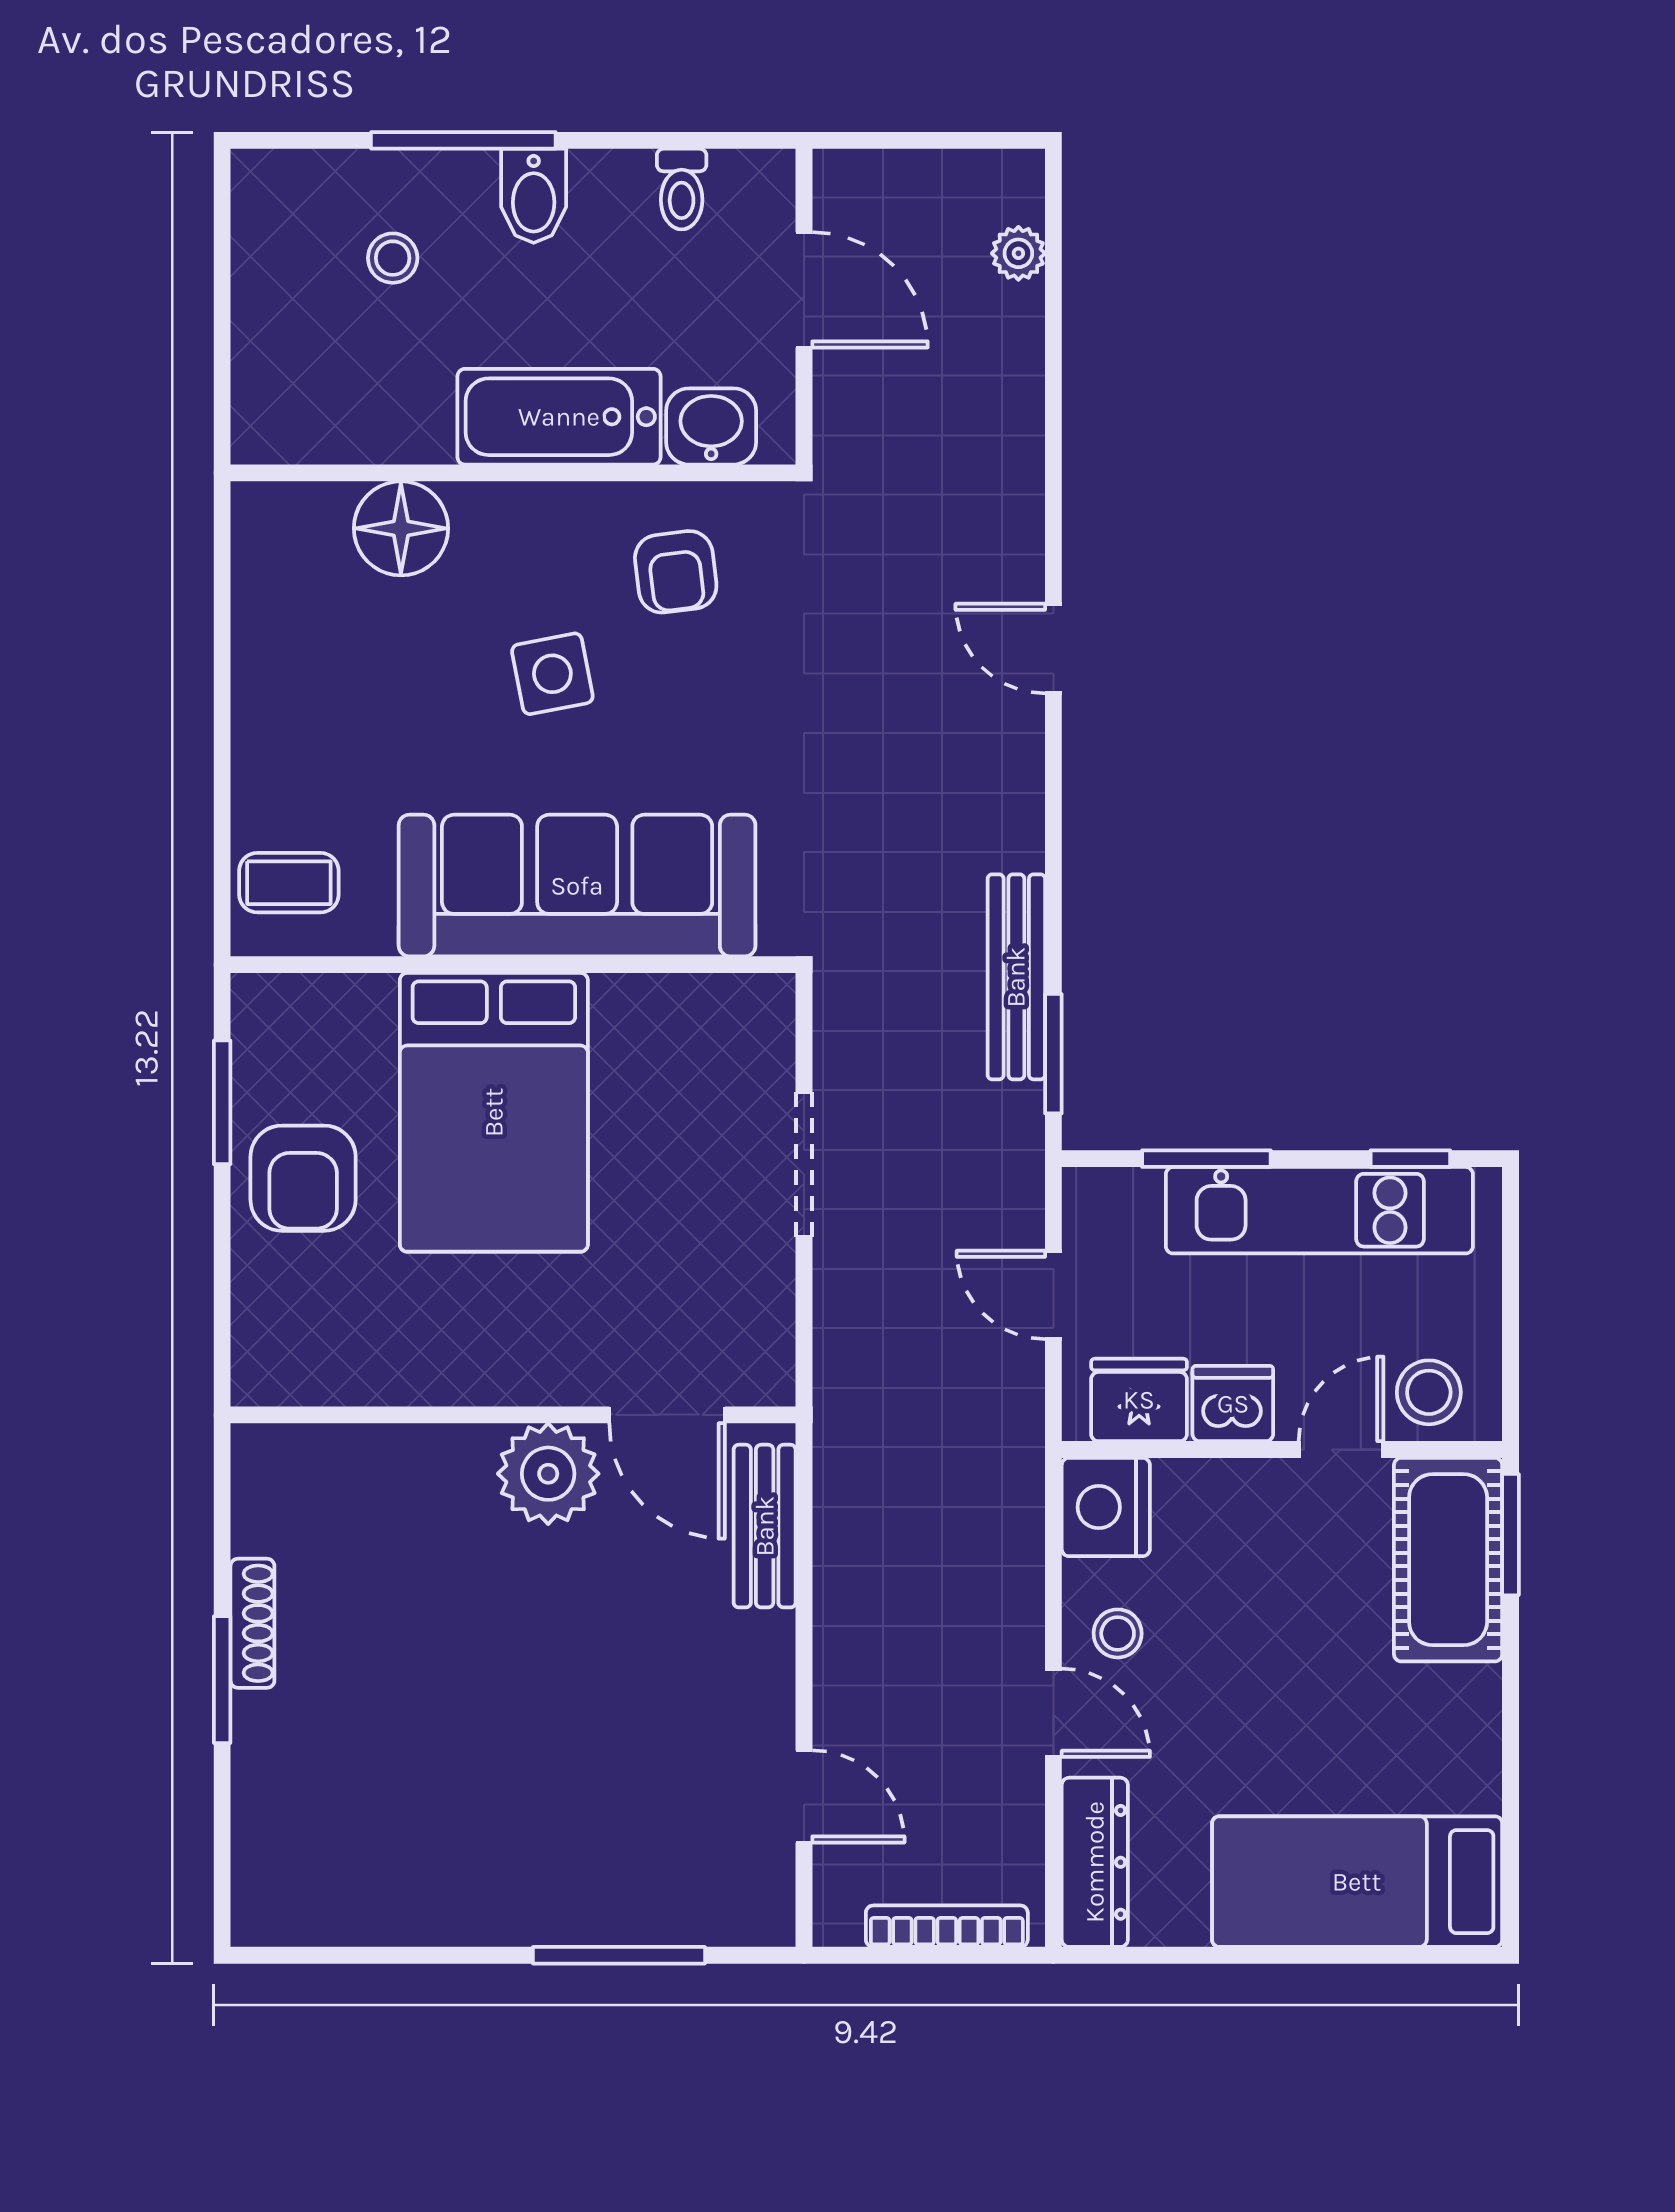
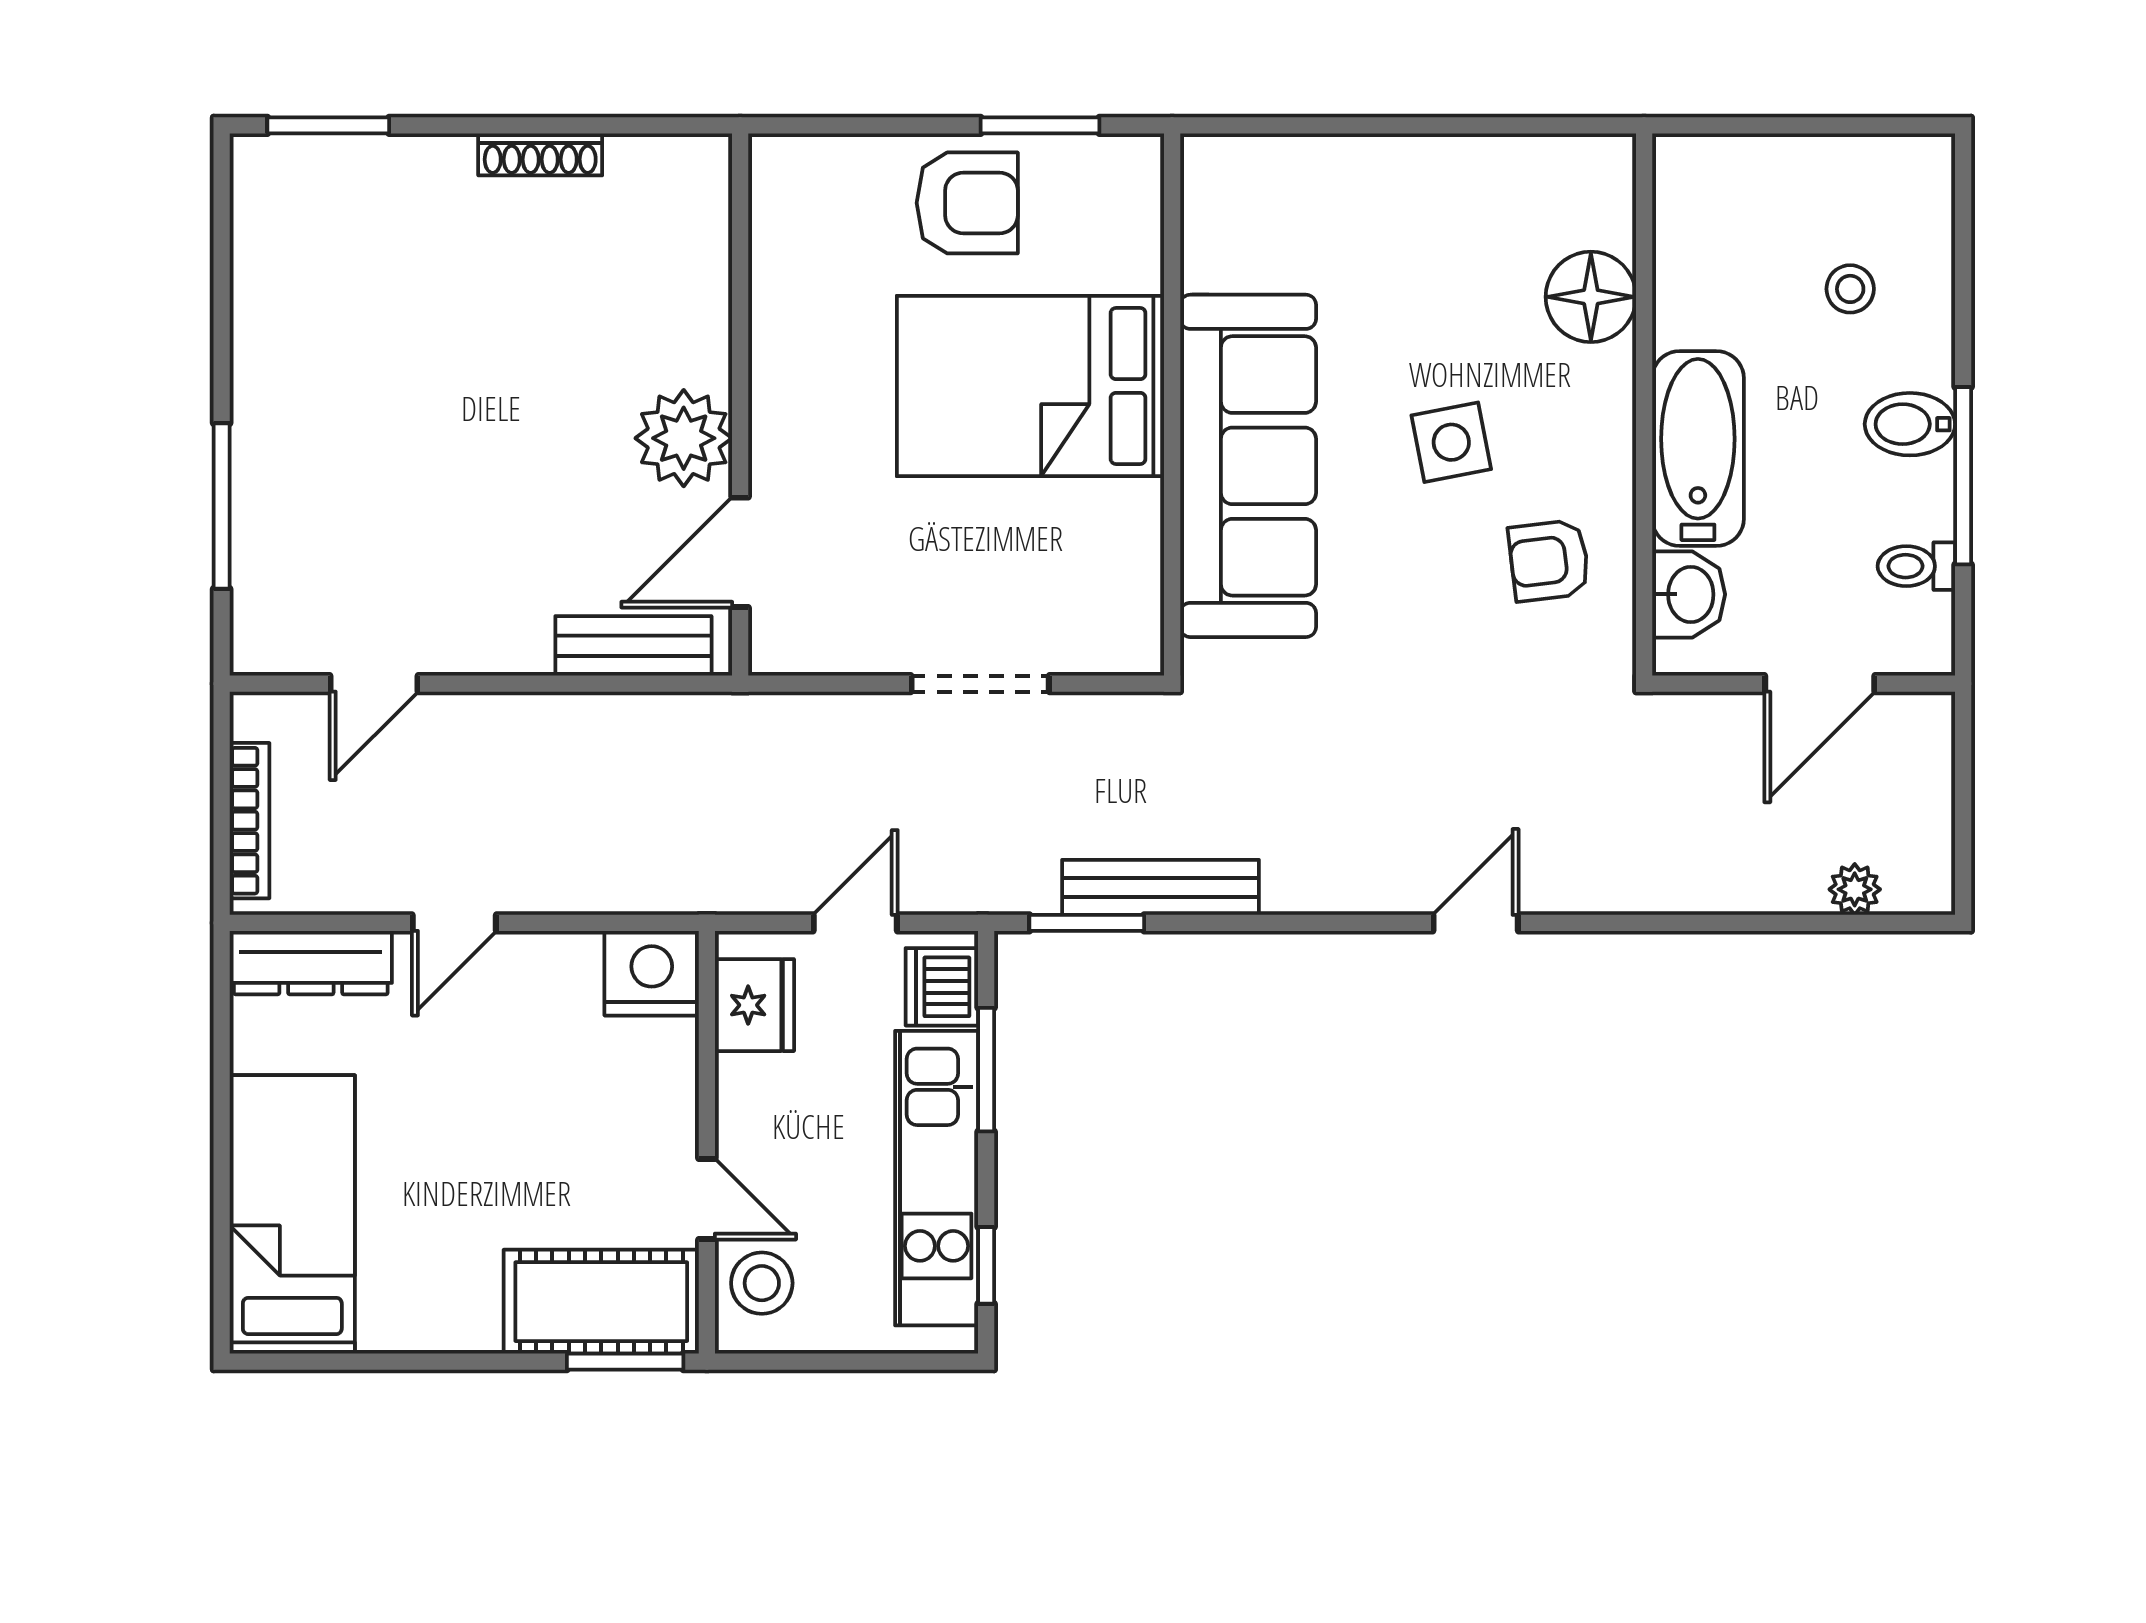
window: (463, 140) -> (1963, 476), moved
coffee table: (289, 883) -> (1251, 189), removed
armchair: (303, 1178) -> (967, 203), turned 180
dishwasher: (1233, 1404) -> (942, 987), moved, turned 180
stool: (1118, 1633) -> (530, 985), removed
window: (222, 1680) -> (328, 125), moved

